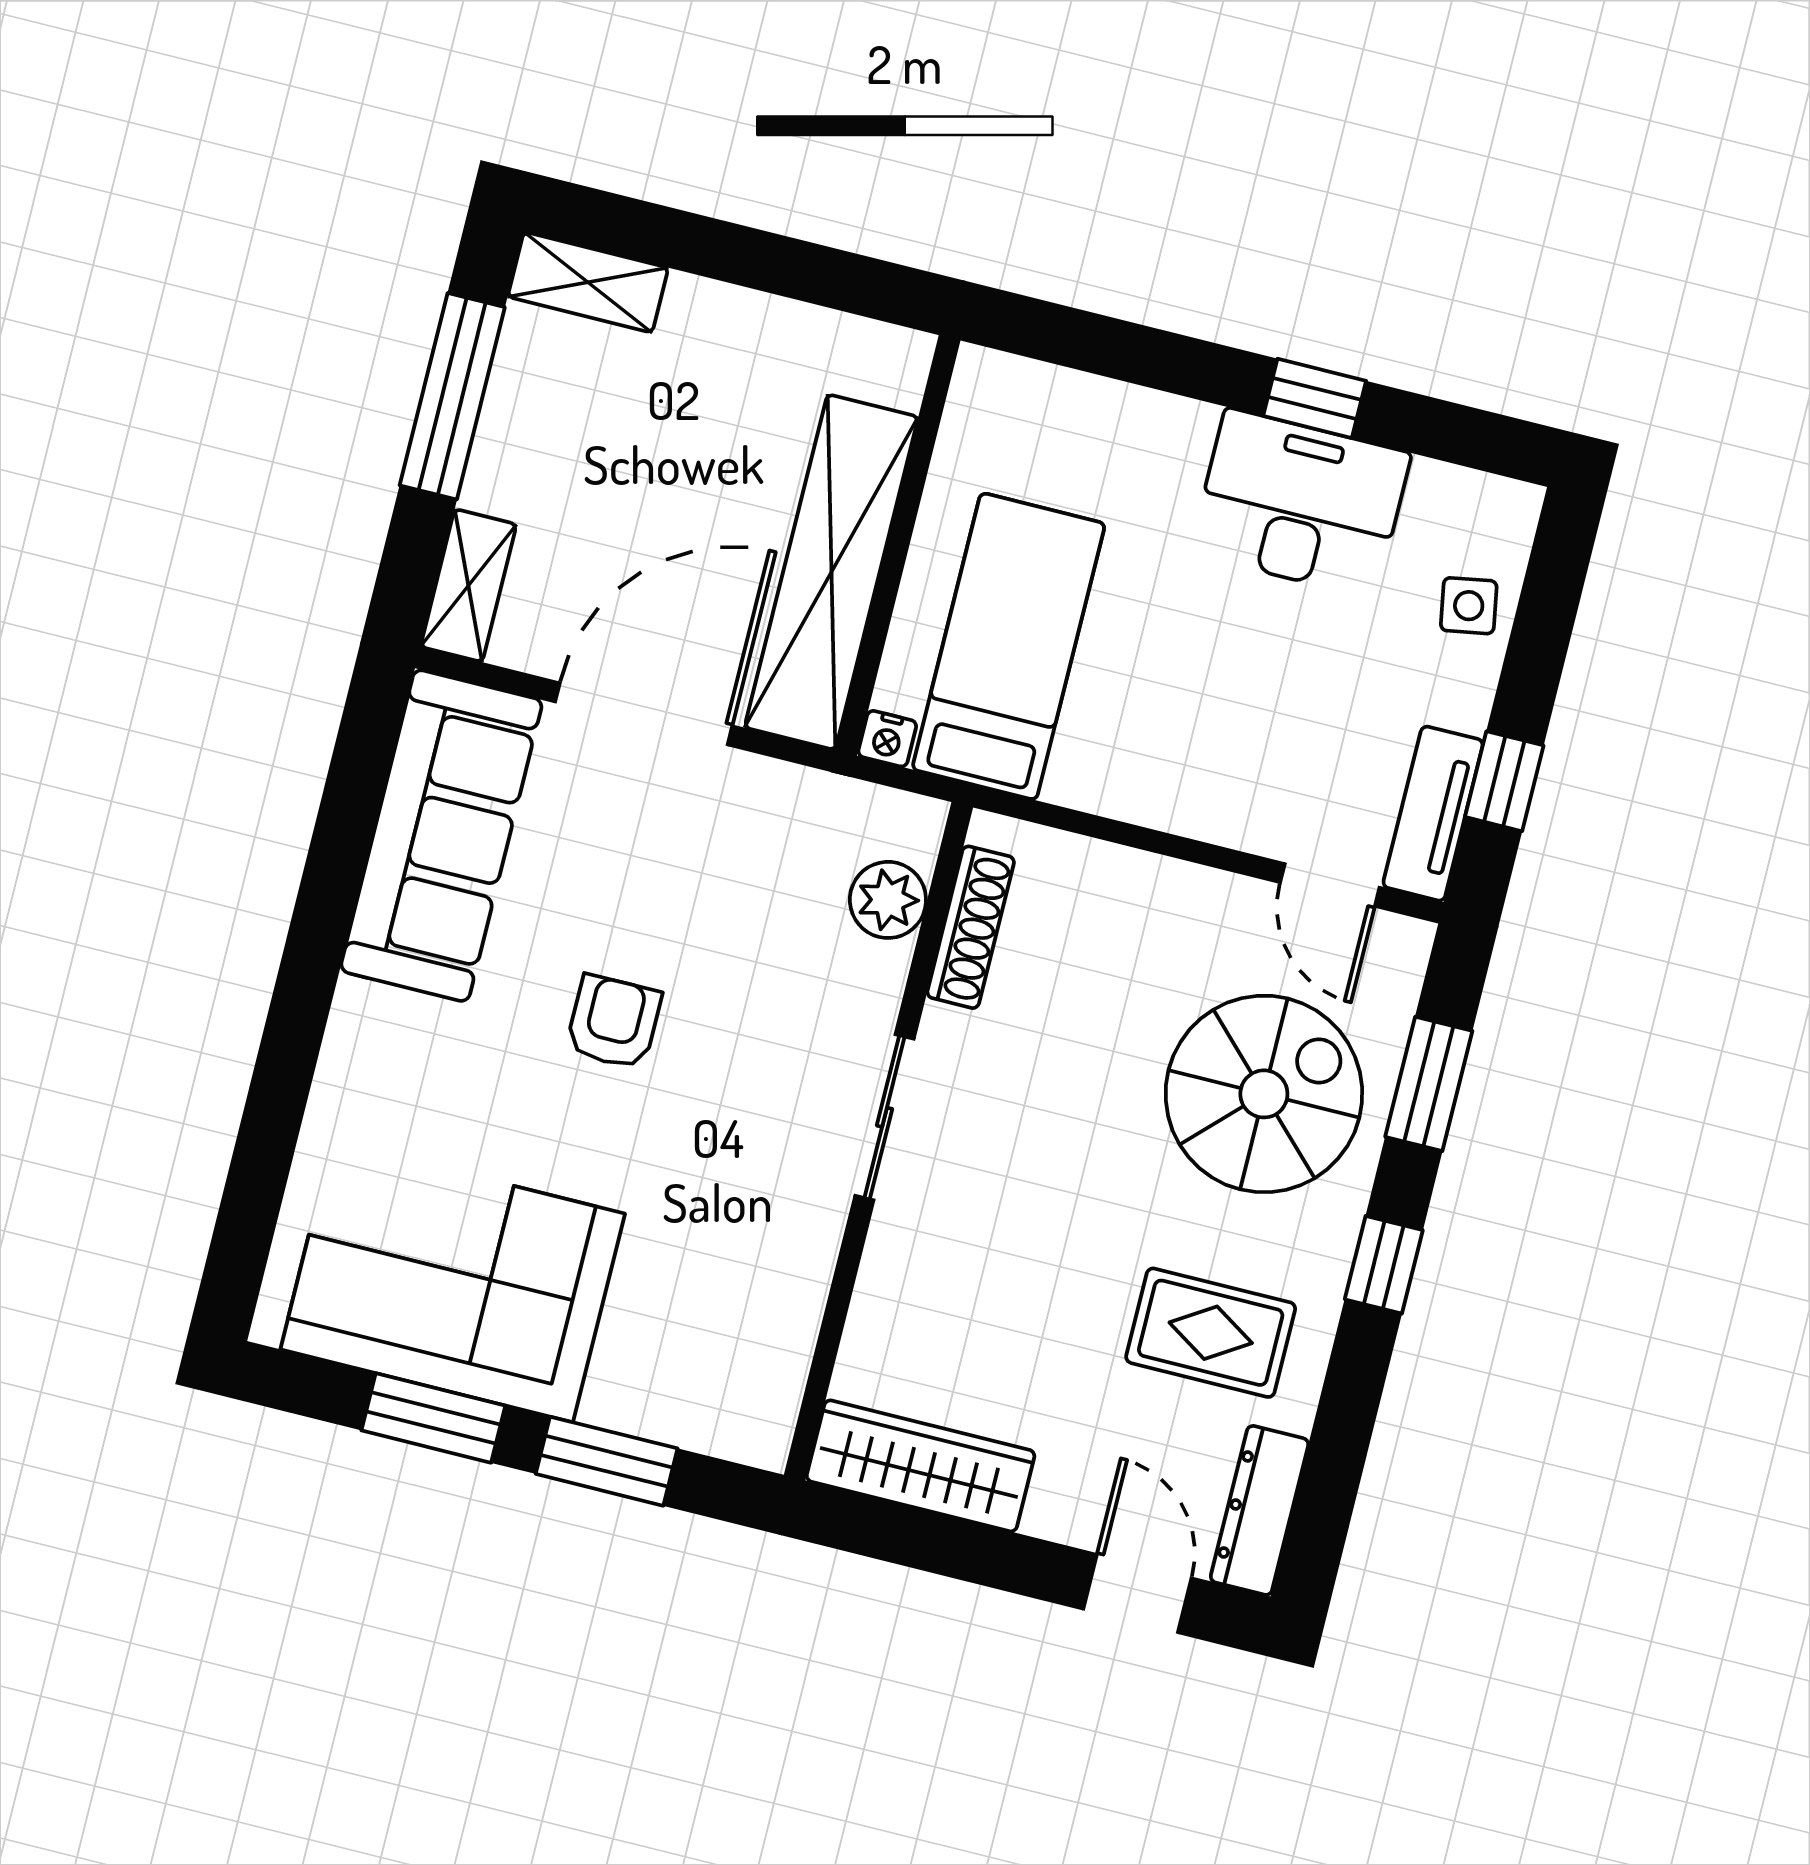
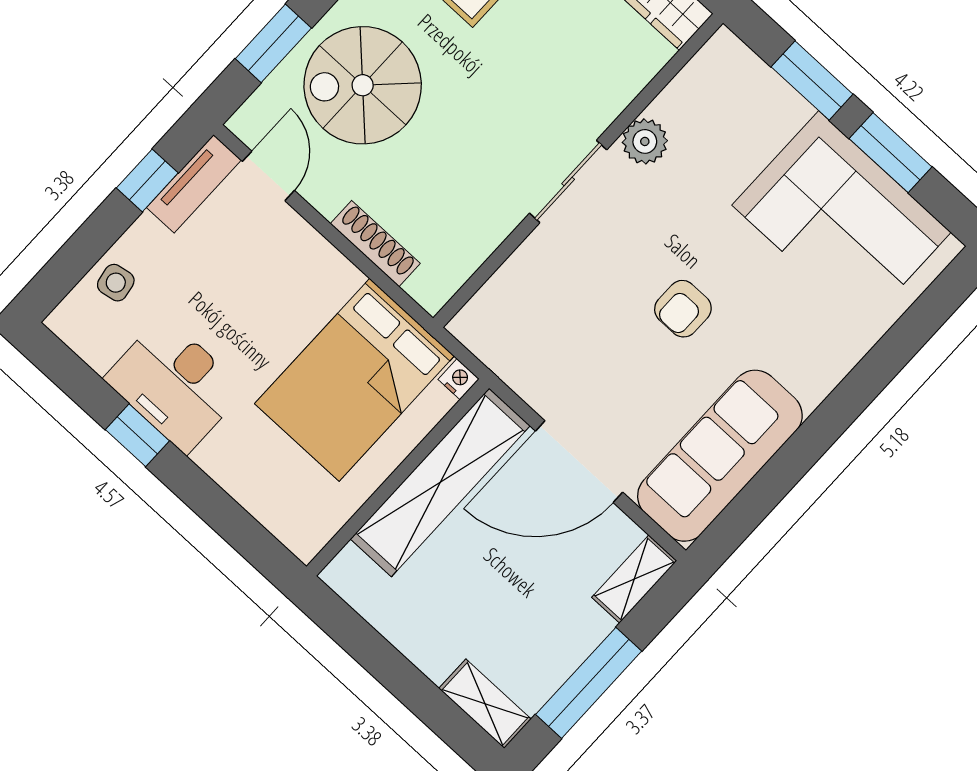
bed: (1009, 646) -> (354, 380), width x1.50
plant: (888, 900) -> (645, 141), moved
shoe rack: (971, 927) -> (375, 244), moved, turned 90

